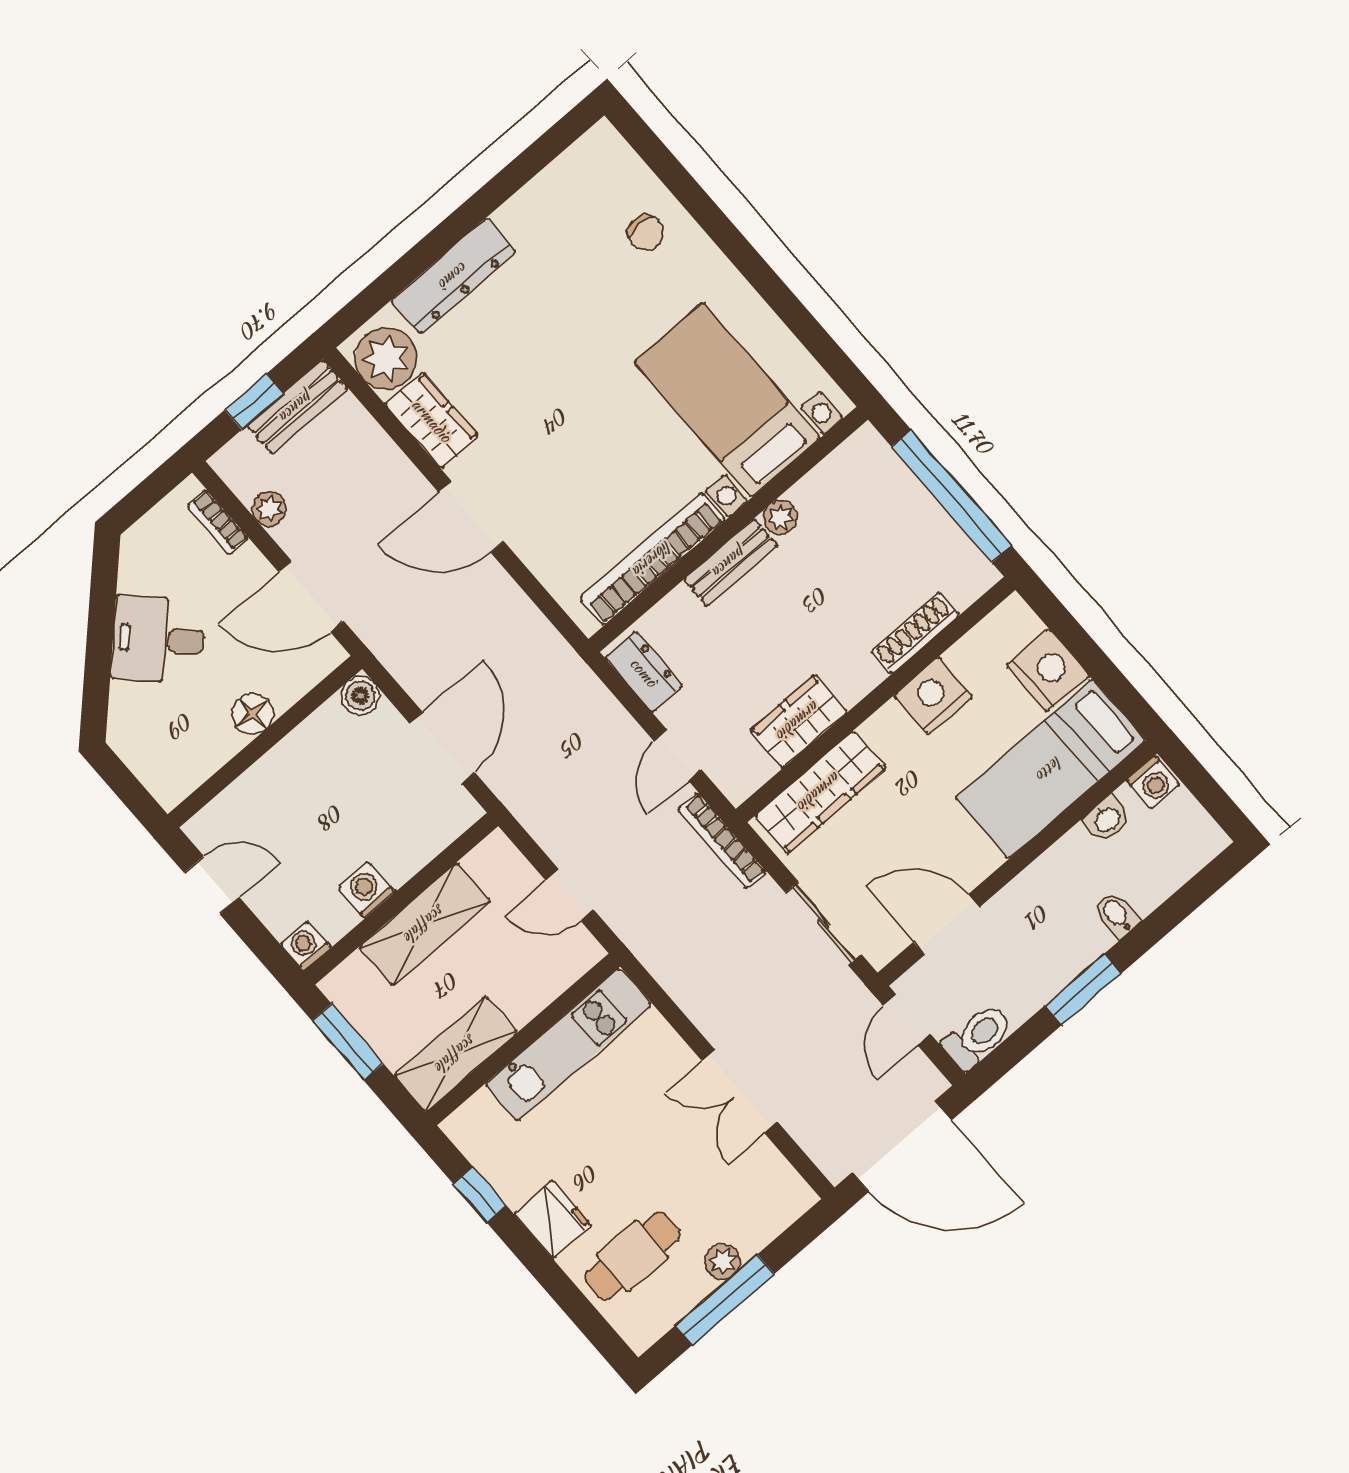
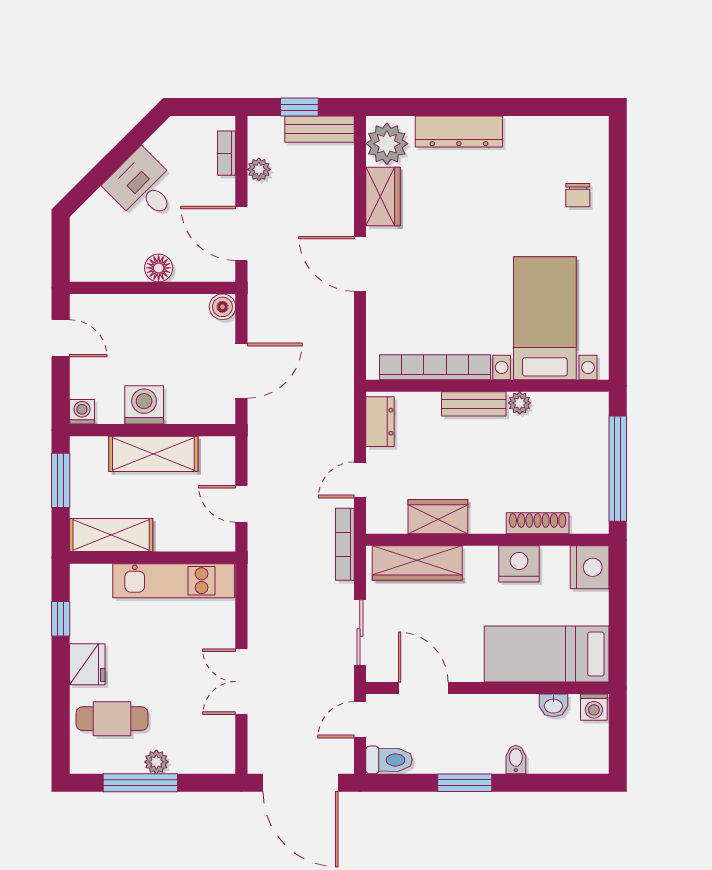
nightstand: (1048, 670) -> (590, 567), moved
washing machine: (367, 890) -> (144, 405), width x1.38, depth x1.38

